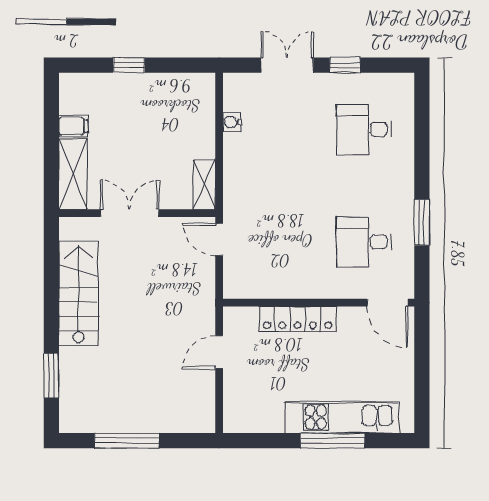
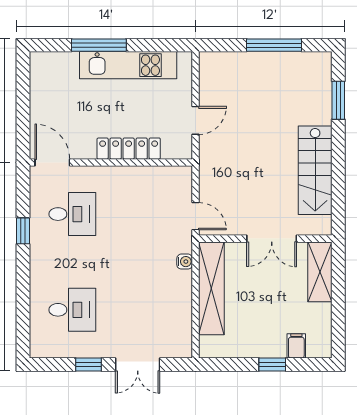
water cooler: (232, 122) -> (185, 262), moved
filing cabinet: (73, 126) -> (296, 346), moved, turned 90
shelving: (204, 184) -> (211, 288), width x2.20, depth x1.33
window: (422, 222) -> (23, 231), width x0.67
kitchen unit: (342, 417) -> (128, 65), moved

